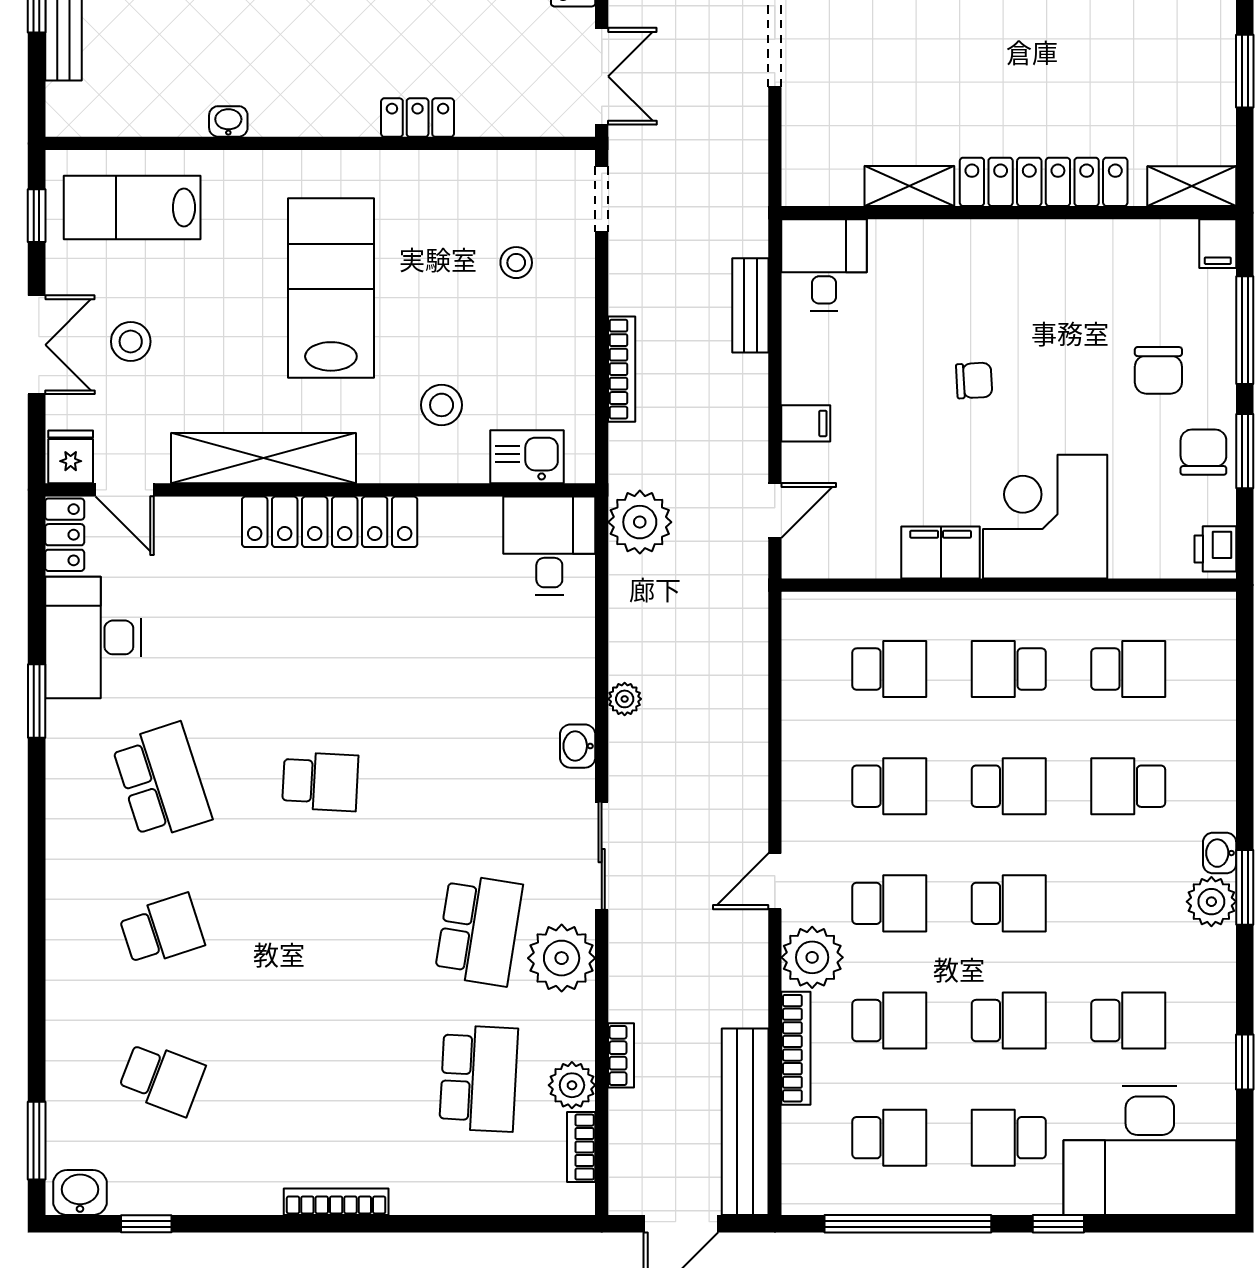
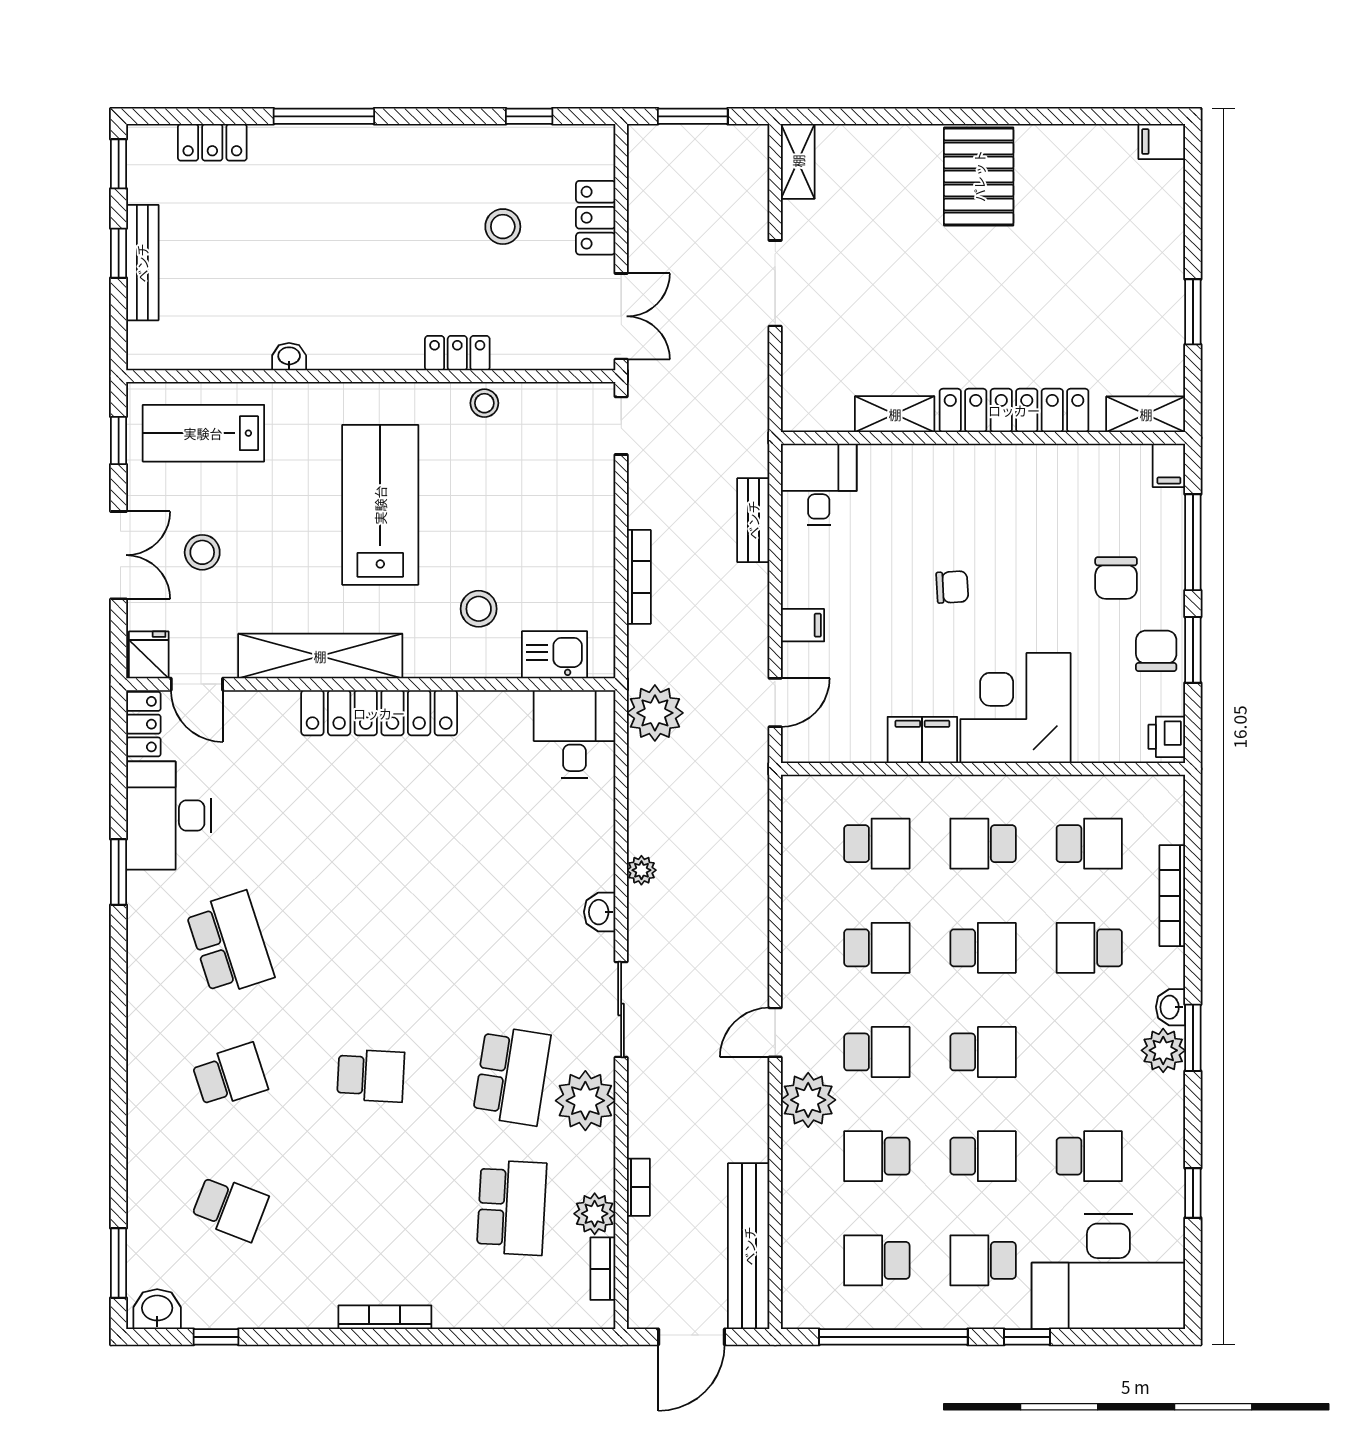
stool: (516, 263) -> (484, 403), moved
school desk: (320, 782) -> (371, 1076), moved
school desk: (889, 1021) -> (877, 1156), turned 180
bookcase: (796, 1048) -> (1172, 896), moved, turned 180
school desk: (889, 1138) -> (877, 1260), turned 180

